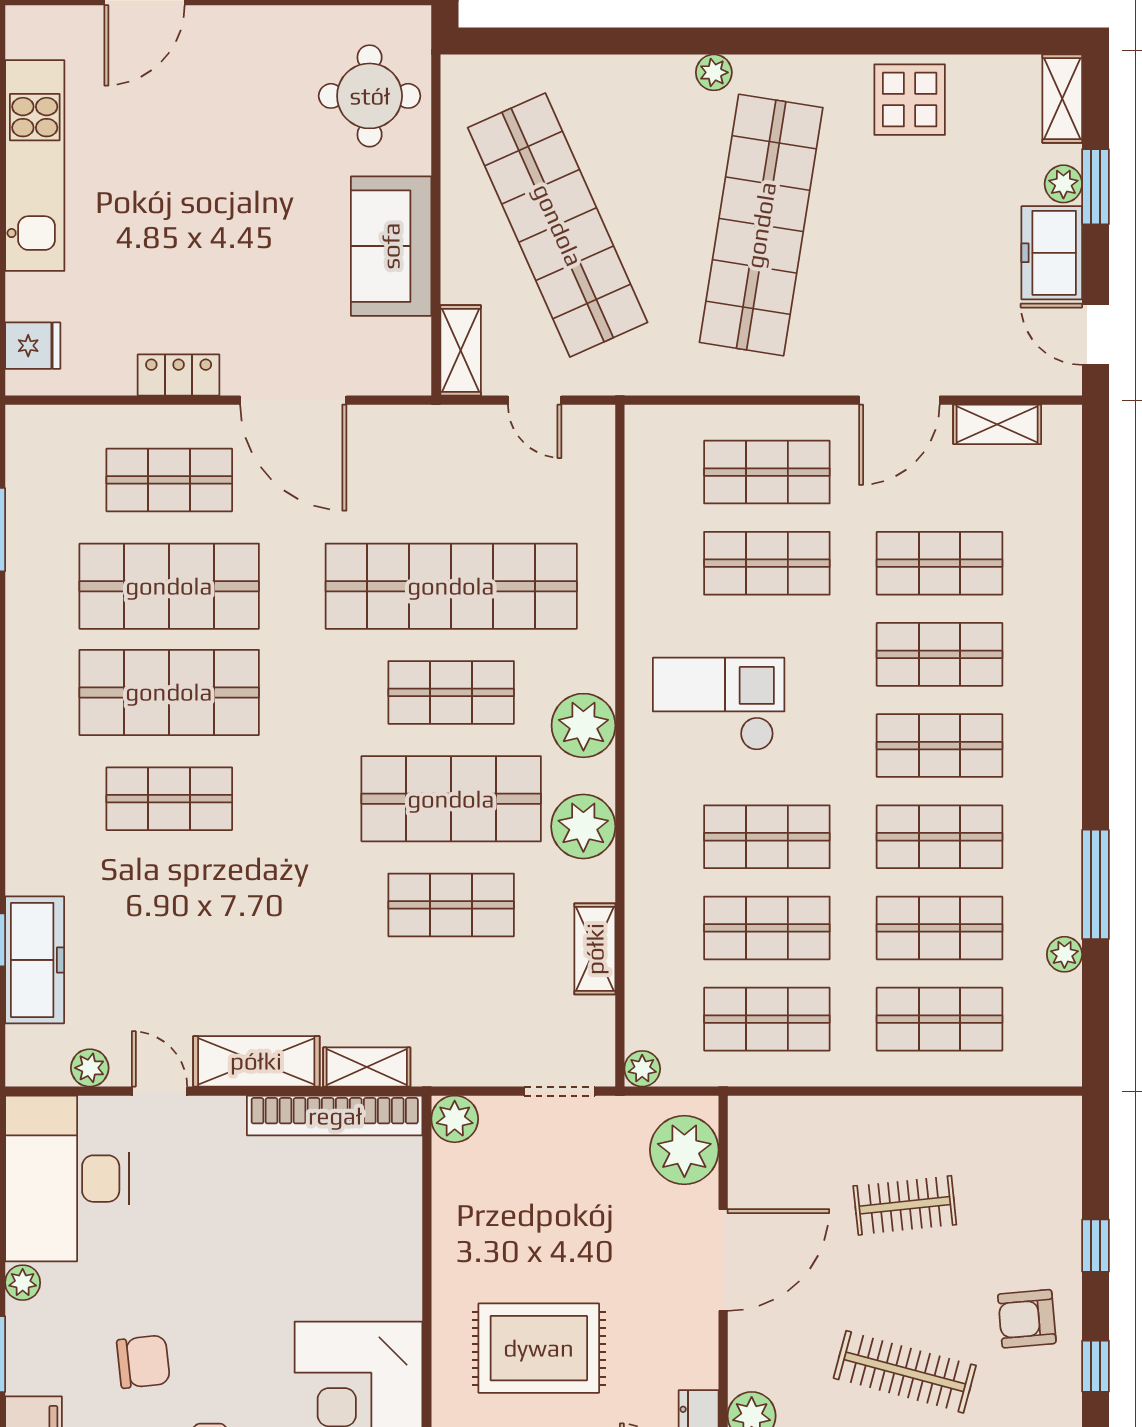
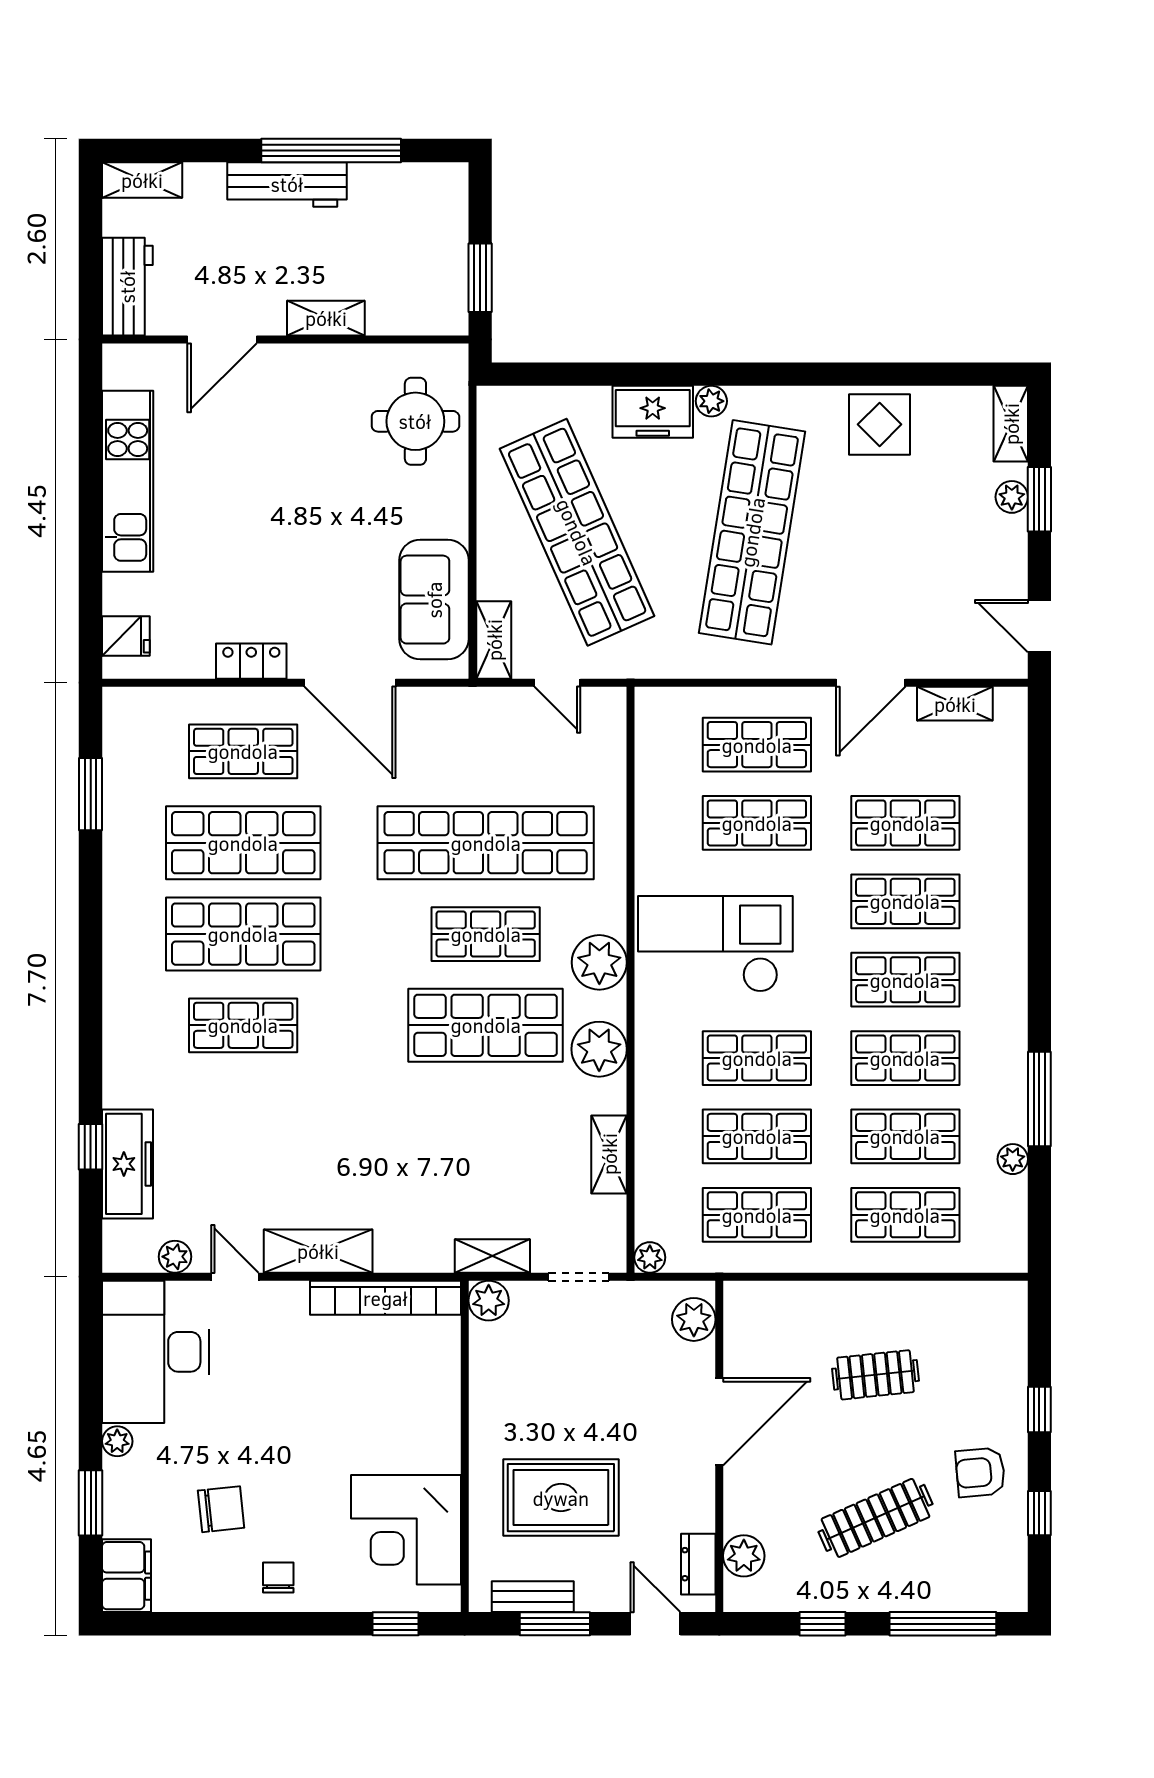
sofa: (391, 246) -> (434, 600), moved
freezer: (1052, 253) -> (653, 412), moved, turned -90
checkout: (719, 704) -> (715, 944), width x1.36, depth x1.21
shop shelf: (451, 905) -> (486, 1117), removed
shelving: (367, 1067) -> (492, 1256), moved
plant: (684, 1150) -> (694, 1319), width x0.73, depth x0.73
clothes rail: (905, 1372) -> (875, 1518), turned -39

